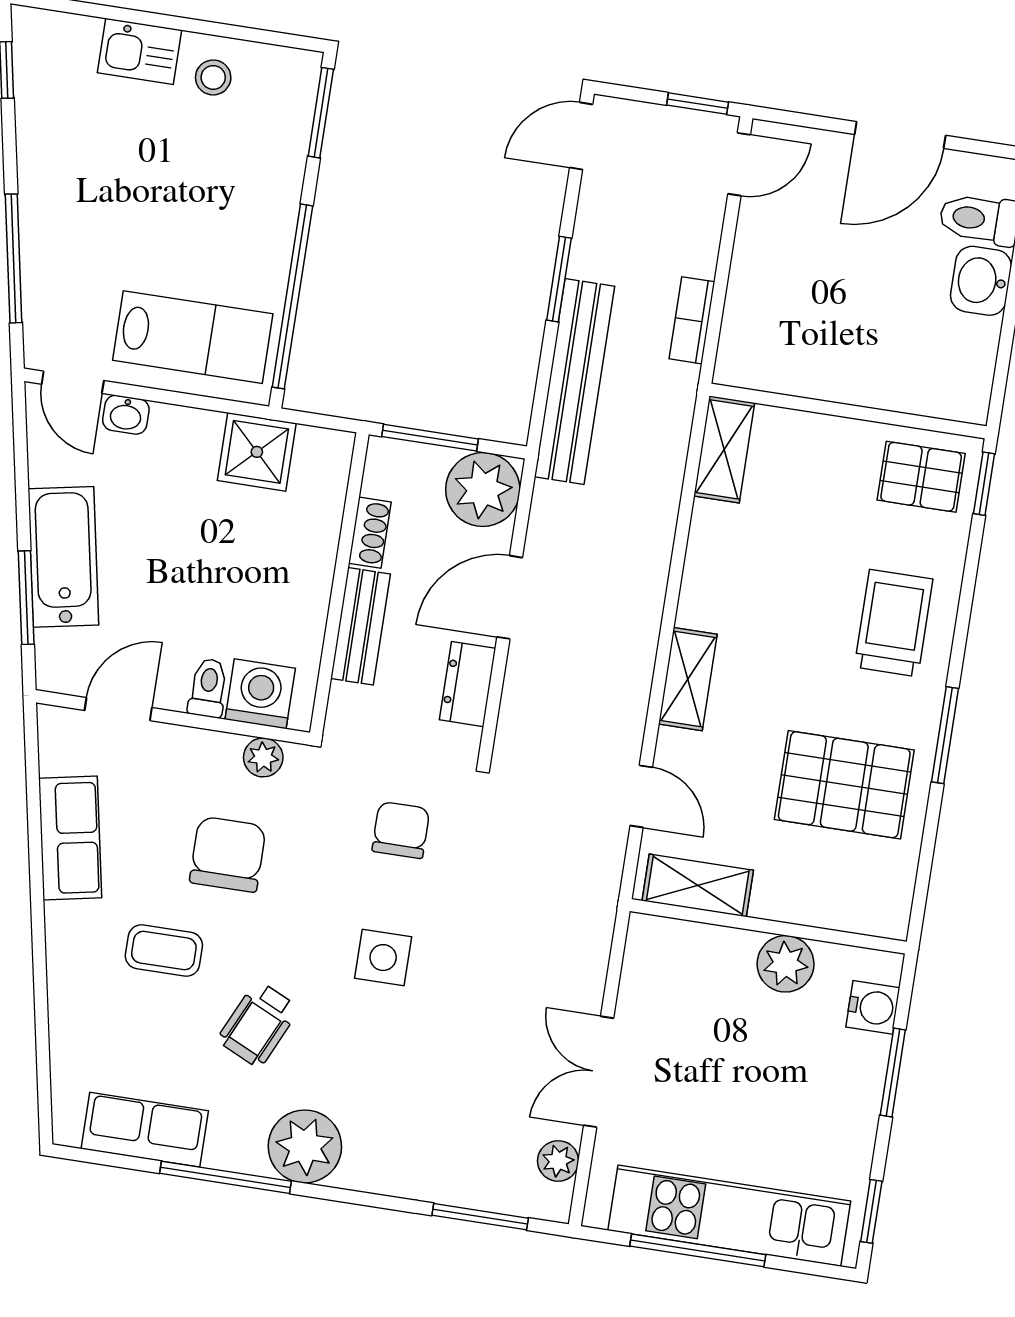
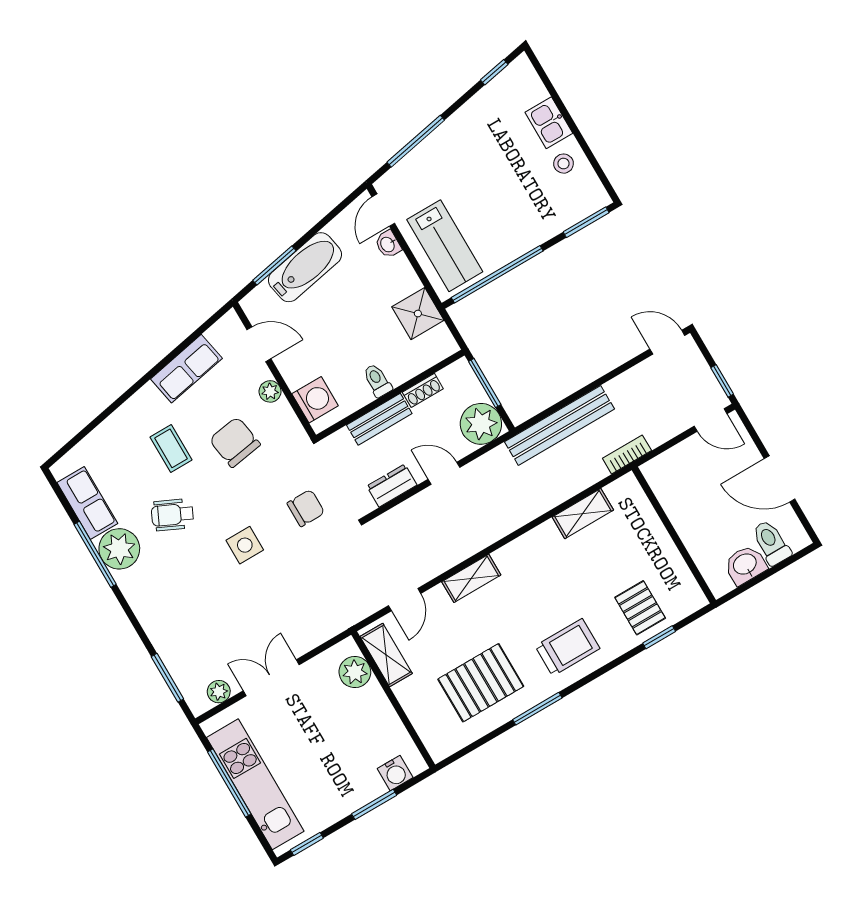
window: (559, 279) -> (598, 383), removed
wall: (848, 411) -> (674, 535), moved
door: (510, 597) -> (444, 473), width x0.73
toilet: (208, 688) -> (377, 380), moved, turned -90
plant: (263, 757) -> (270, 391), moved
pallet: (844, 785) -> (481, 683), turned 90
chair: (228, 854) -> (235, 442), turned -99
plant: (786, 964) -> (355, 672), moved
plant: (305, 1146) -> (119, 549), moved

